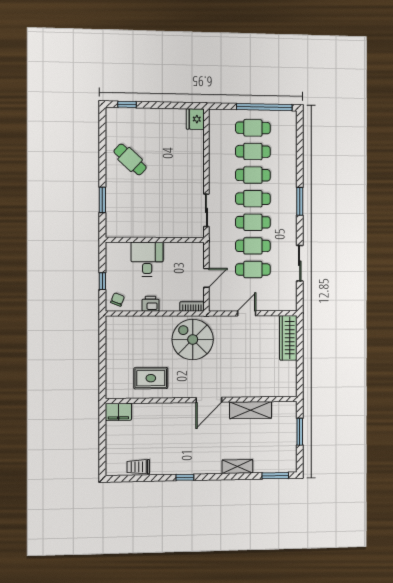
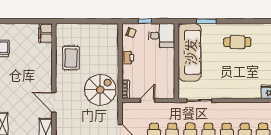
cafe table: (130, 159) -> (237, 42), turned 47
sofa: (144, 223) -> (190, 52), added
desk: (147, 259) -> (162, 36), moved
door: (206, 278) -> (147, 100), swing flipped

